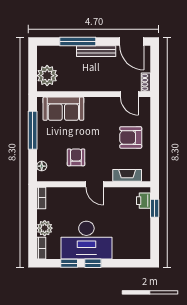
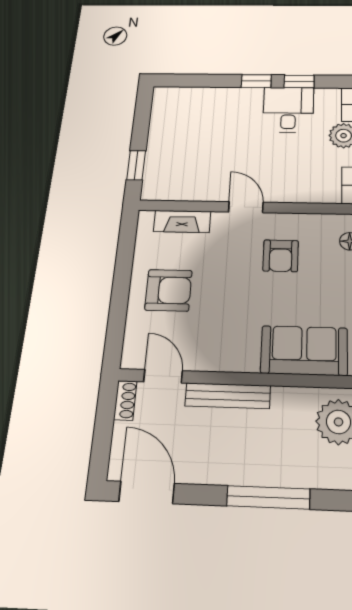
bench: (96, 51) -> (228, 396), moved
printer: (144, 201) -> (155, 178), removed
desk: (86, 240) -> (288, 110), width x0.53, depth x0.77

